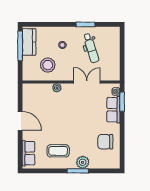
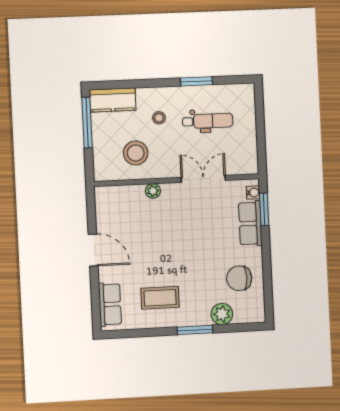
kitchen counter: (29, 42) -> (113, 100), moved, turned 90
dental chair: (91, 48) -> (208, 121), turned -72
plant: (83, 162) -> (222, 314), moved

